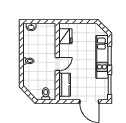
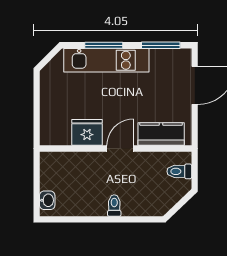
fridge: (65, 36) -> (87, 132), moved
door: (57, 64) -> (120, 149), hinge flipped

